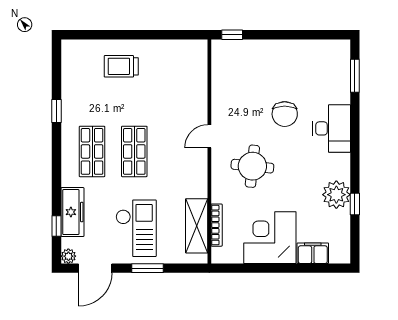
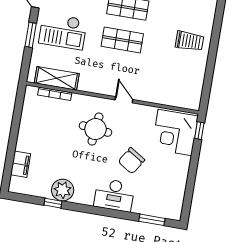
trolley: (121, 66) -> (190, 41), turned 90
chair: (285, 114) -> (131, 161), turned -58
corner desk: (270, 238) -> (175, 132), moved, turned 180

